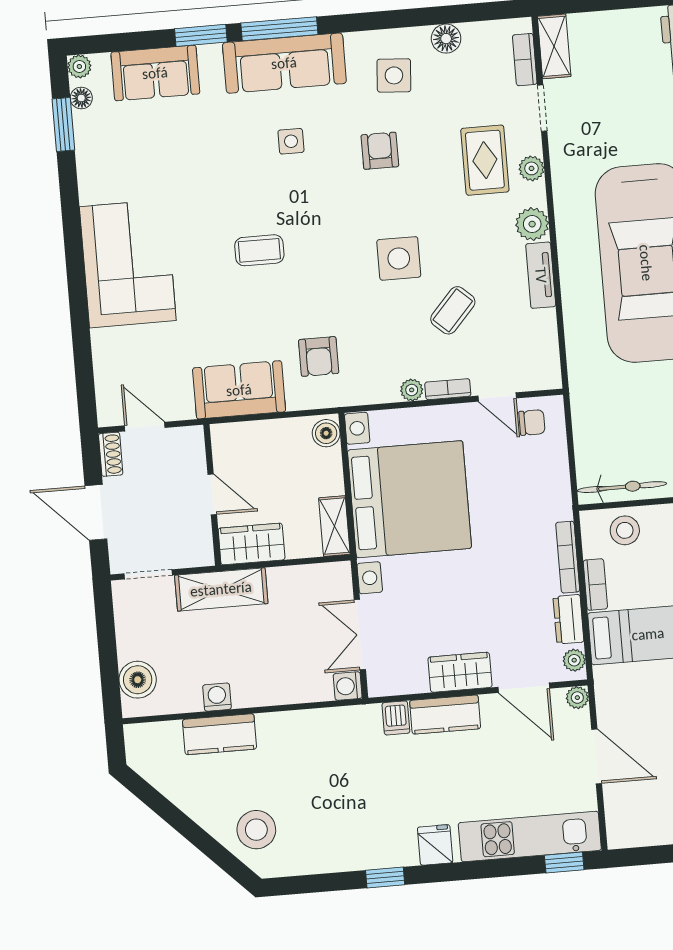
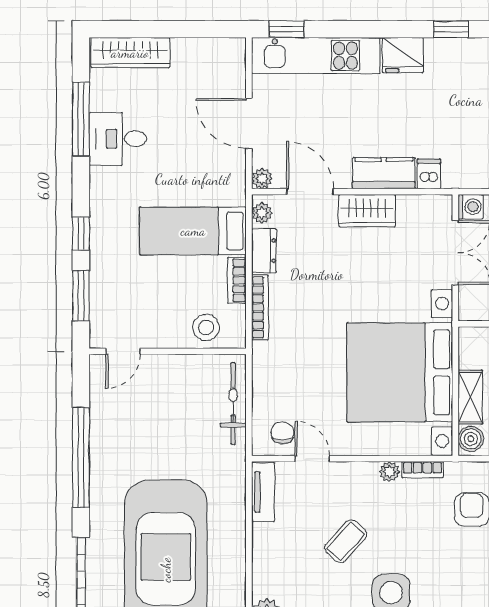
tv unit: (541, 275) -> (263, 492), moved
bookcase: (448, 389) -> (422, 470), moved
chair: (532, 422) -> (282, 433), turned 90
bicycle: (622, 487) -> (233, 403), moved, turned 90
shelving: (334, 526) -> (470, 397), moved
fridge: (435, 845) -> (403, 55), width x1.38

